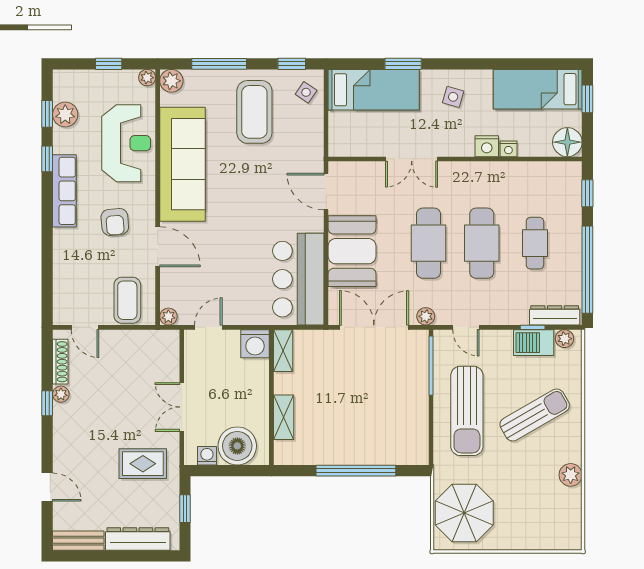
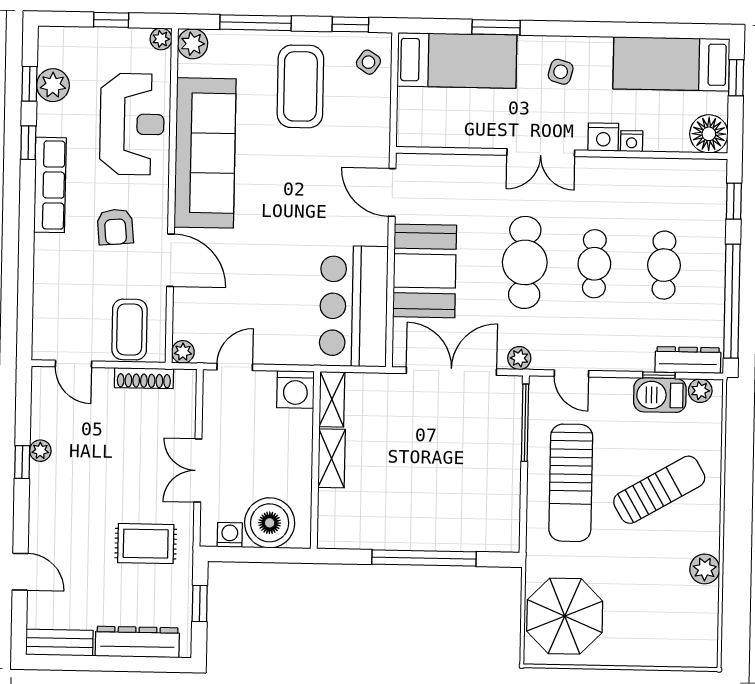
double door: (412, 159) -> (541, 153), moved
cafe table: (482, 243) -> (594, 264), width x0.73, depth x0.74
shoe rack: (60, 362) -> (144, 378), moved, turned 90
shelving: (284, 417) -> (332, 458), moved

